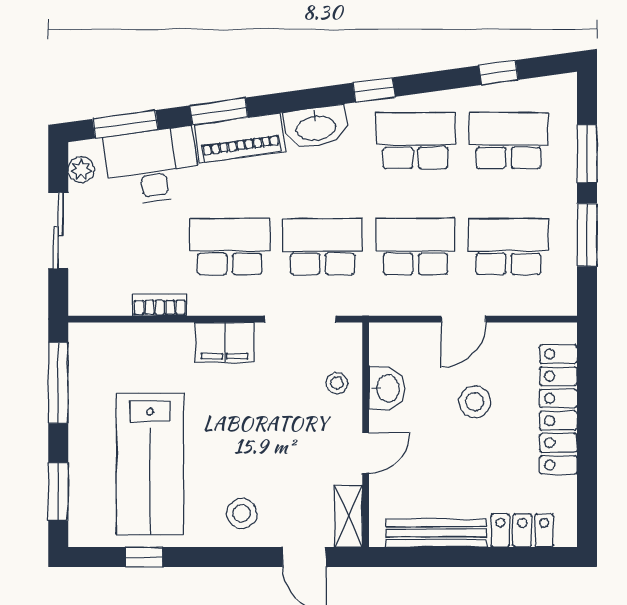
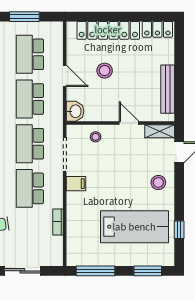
filing cabinet: (225, 342) -> (76, 184), width x0.50
washbasin: (387, 388) -> (75, 111), moved, turned 90
locker: (522, 530) -> (157, 29), moved, turned -90

